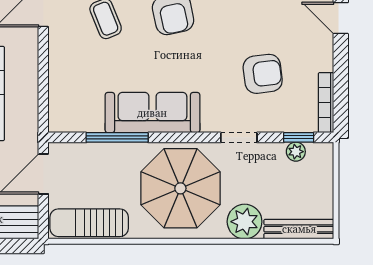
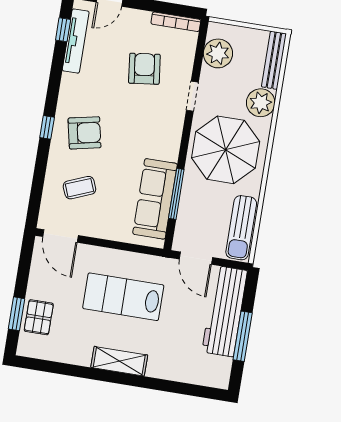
sofa: (152, 113) -> (155, 199), moved
window: (299, 137) -> (200, 48), removed
plant: (296, 152) -> (218, 53), width x1.87, depth x1.87

